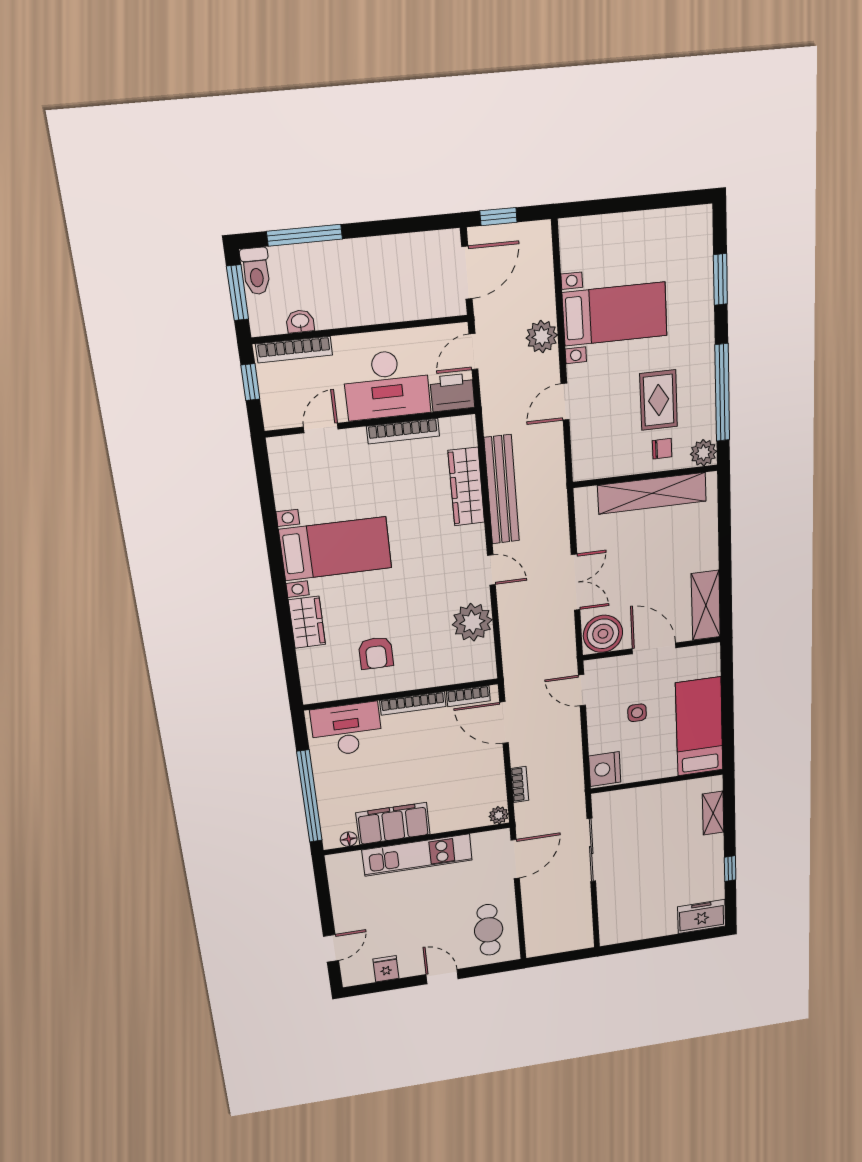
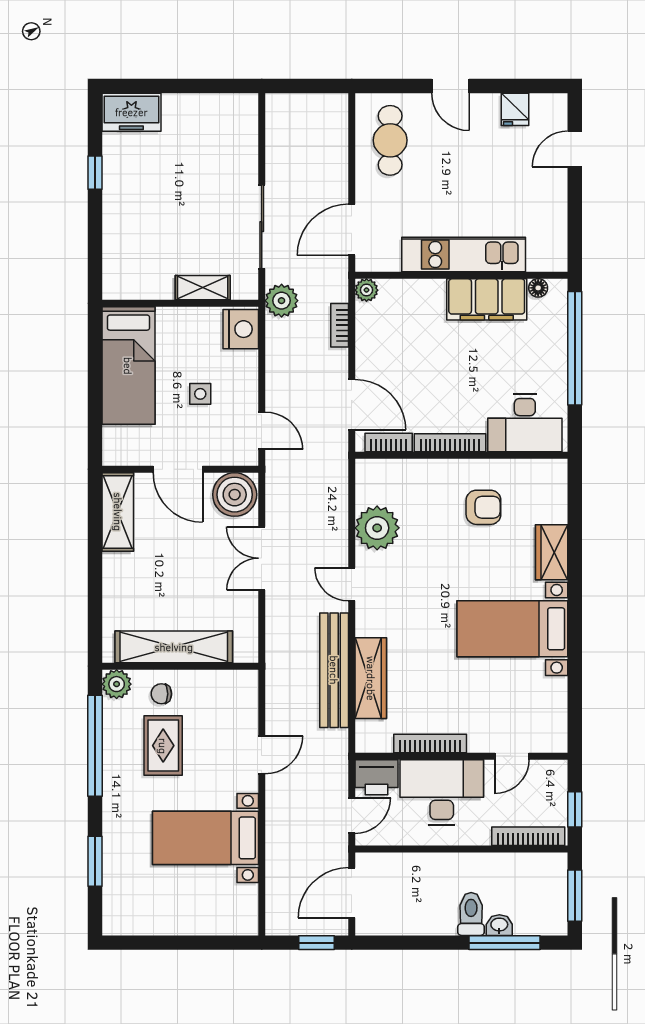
toilet: (256, 271) -> (471, 914), moved
washbasin: (300, 321) -> (499, 925), moved, turned 180
plant: (542, 337) -> (282, 301), moved
armchair: (376, 653) -> (483, 507), turned 90
shelving: (713, 813) -> (203, 288), moved, turned 90

